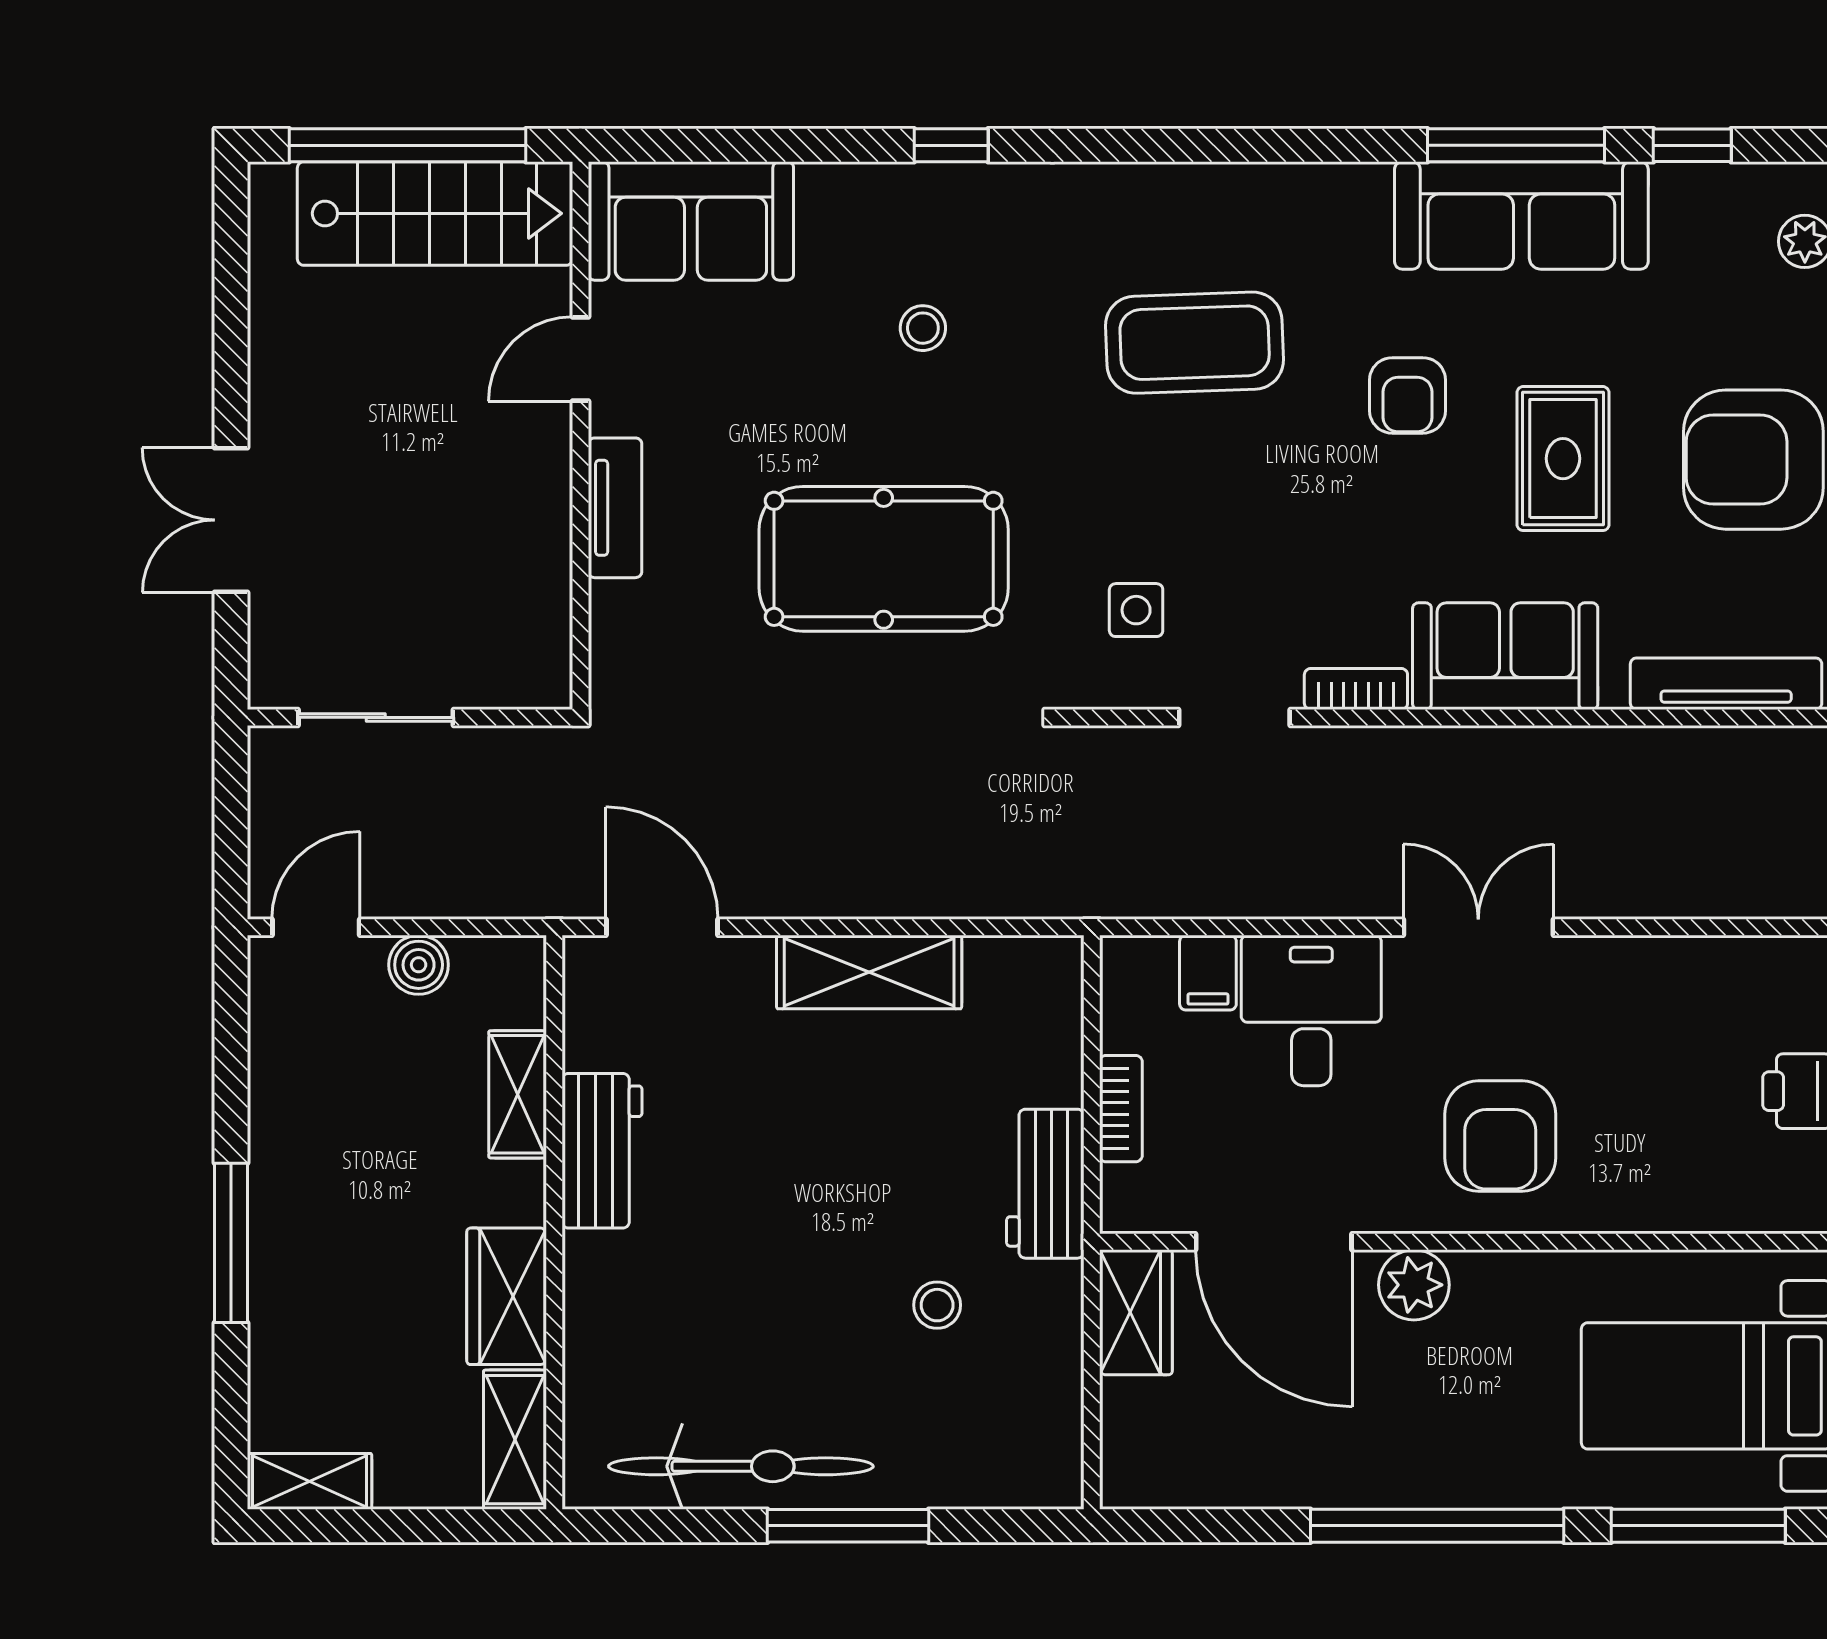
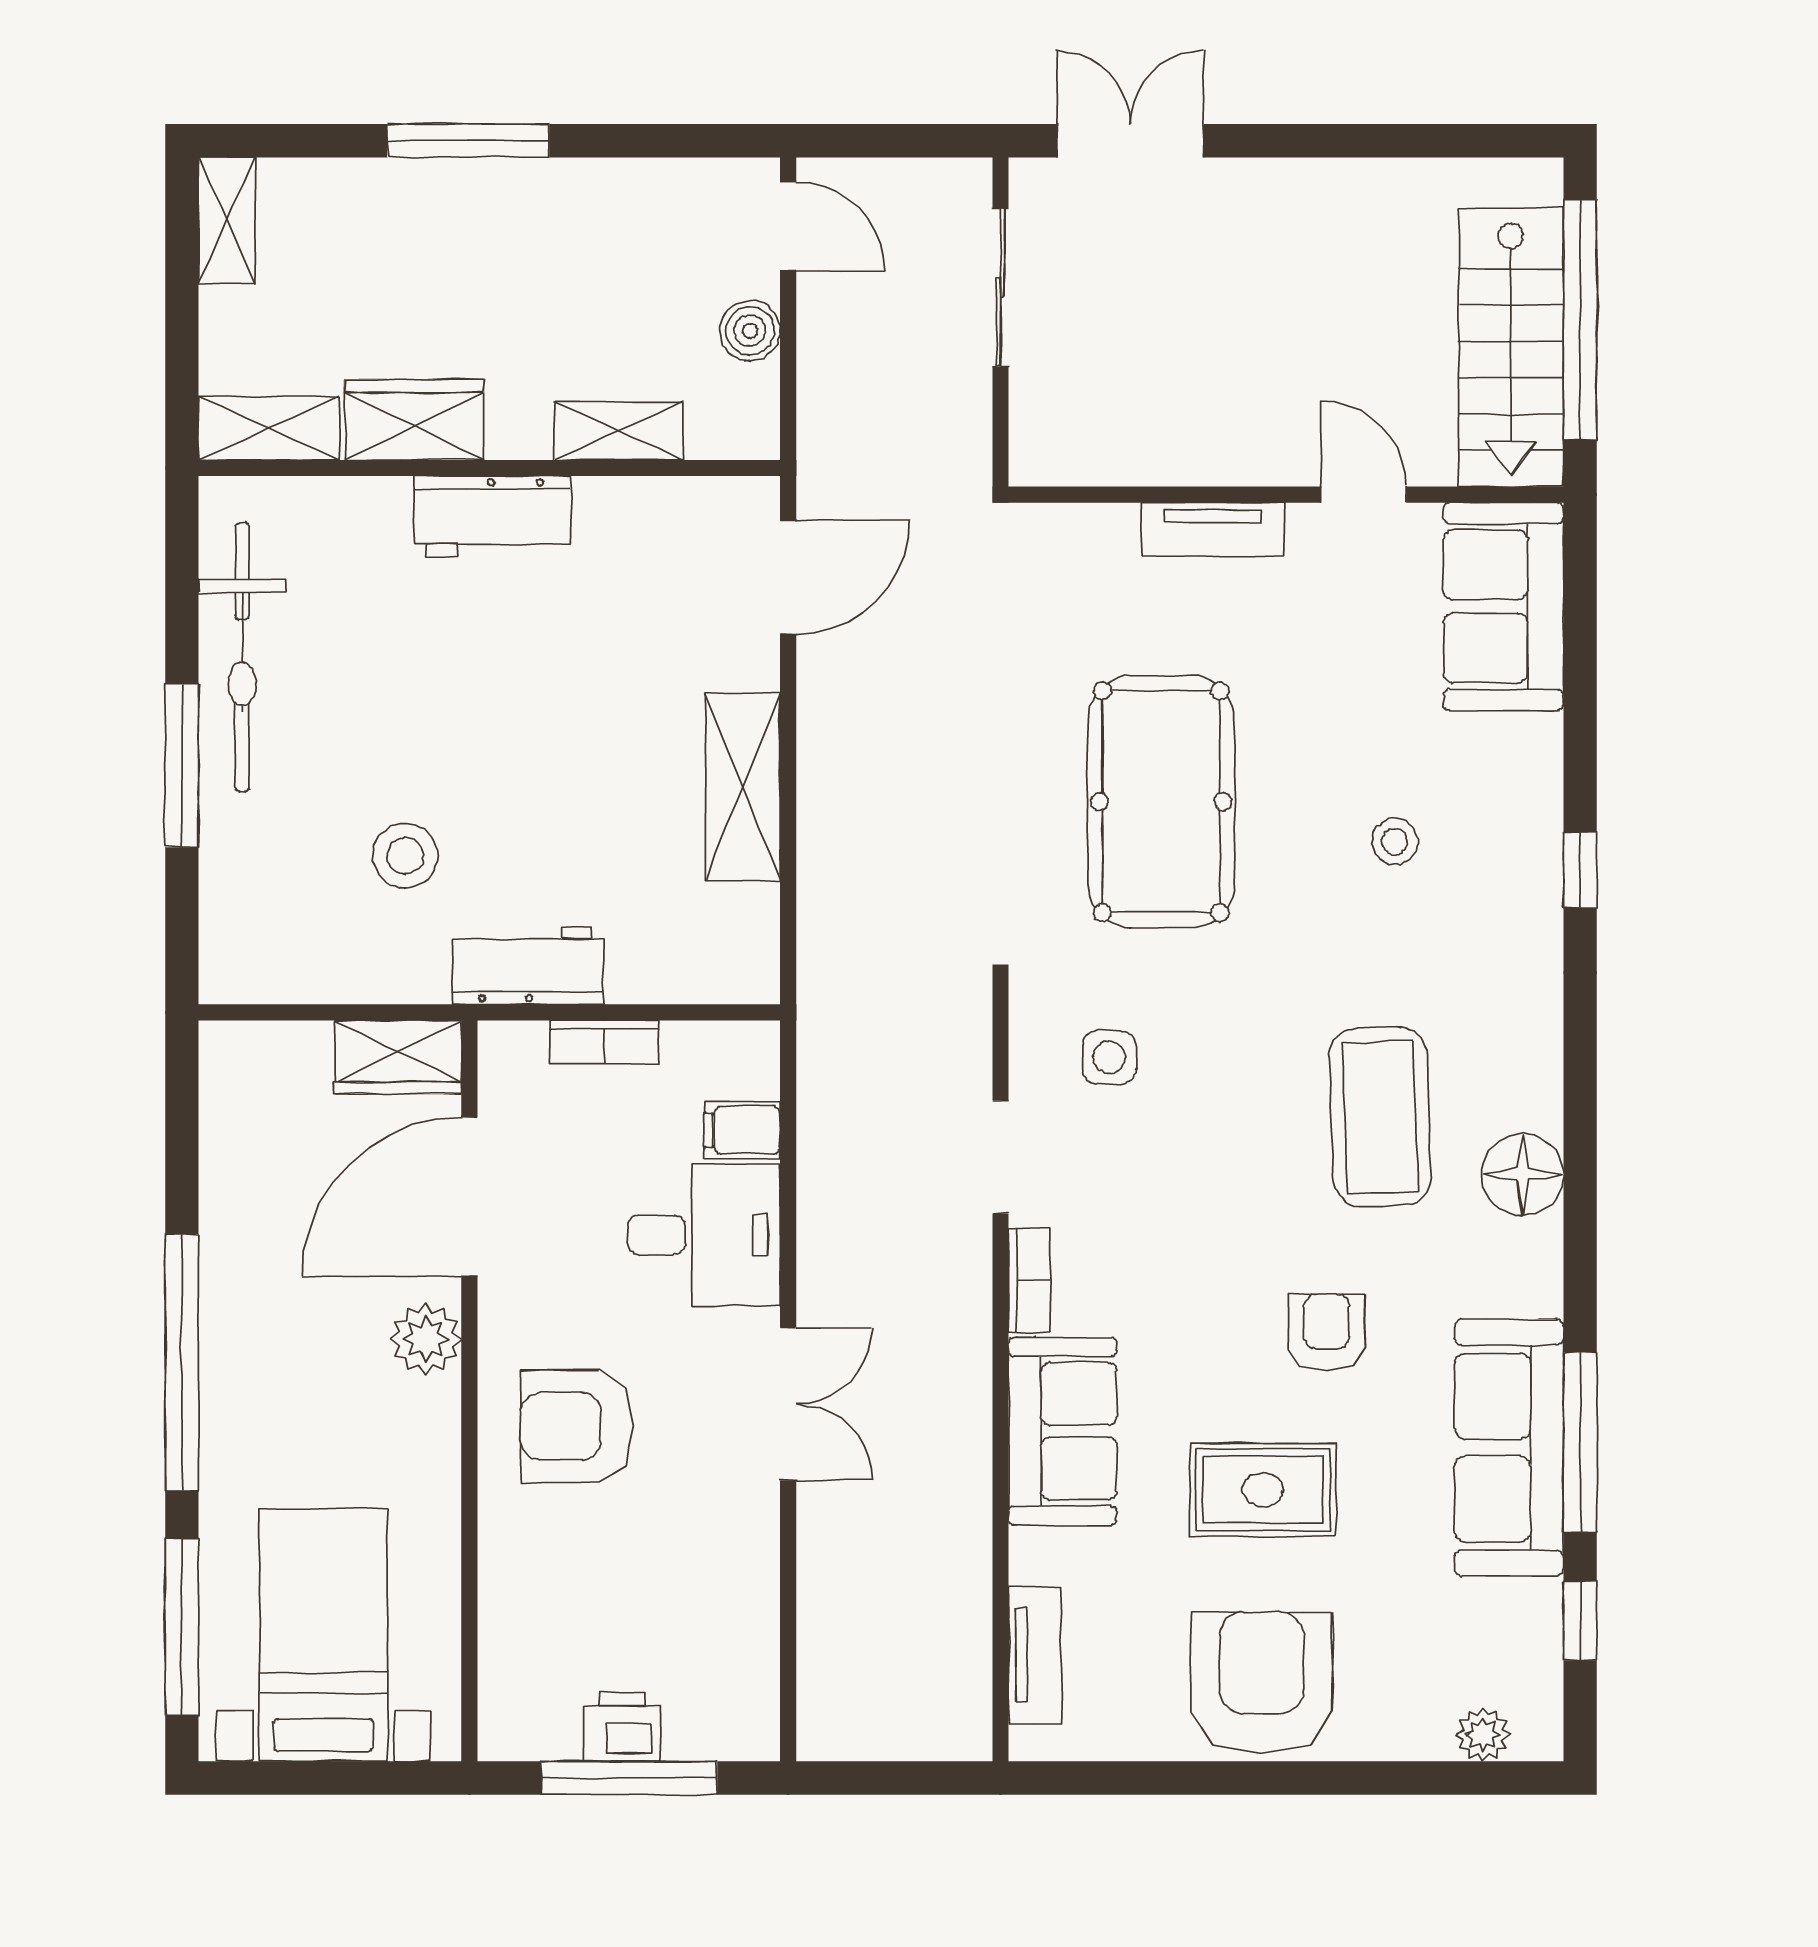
floor lamp: (1252, 202) -> (1523, 1175), added
armchair: (1408, 395) -> (1327, 1332), turned 90
double door: (231, 520) -> (1130, 141), moved
tv unit: (1726, 684) -> (1035, 1655), width x0.71
workbench: (602, 1151) -> (492, 516), moved
stool: (937, 1305) -> (405, 856), width x1.37, depth x1.37

